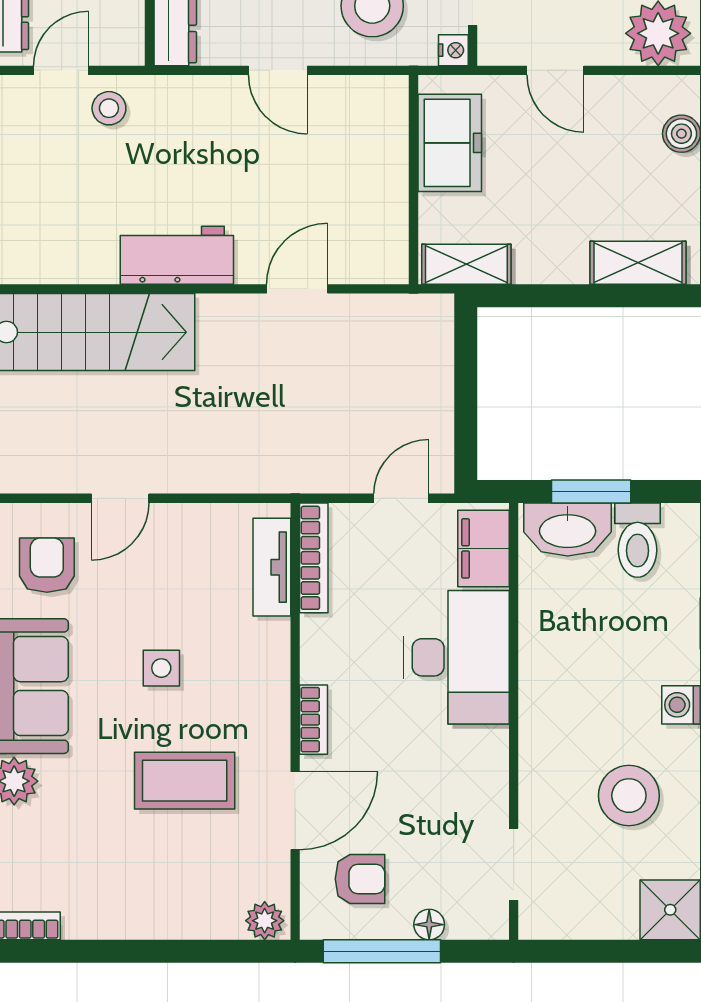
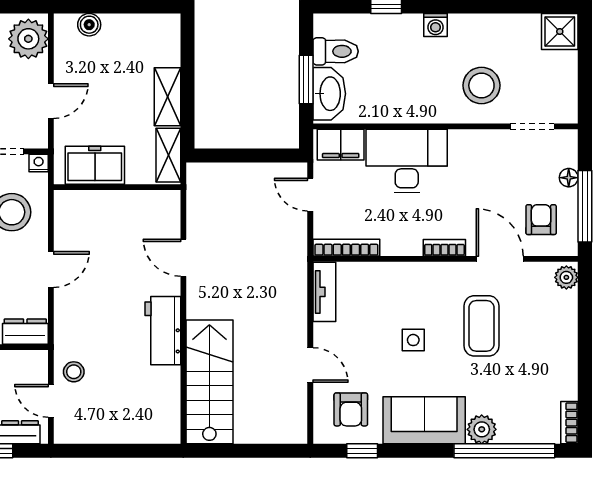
shelving: (638, 263) -> (167, 97), moved
armchair: (47, 565) -> (351, 409), turned -90
tv unit: (272, 567) -> (324, 292), moved, turned -90
stool: (629, 796) -> (481, 85), moved

